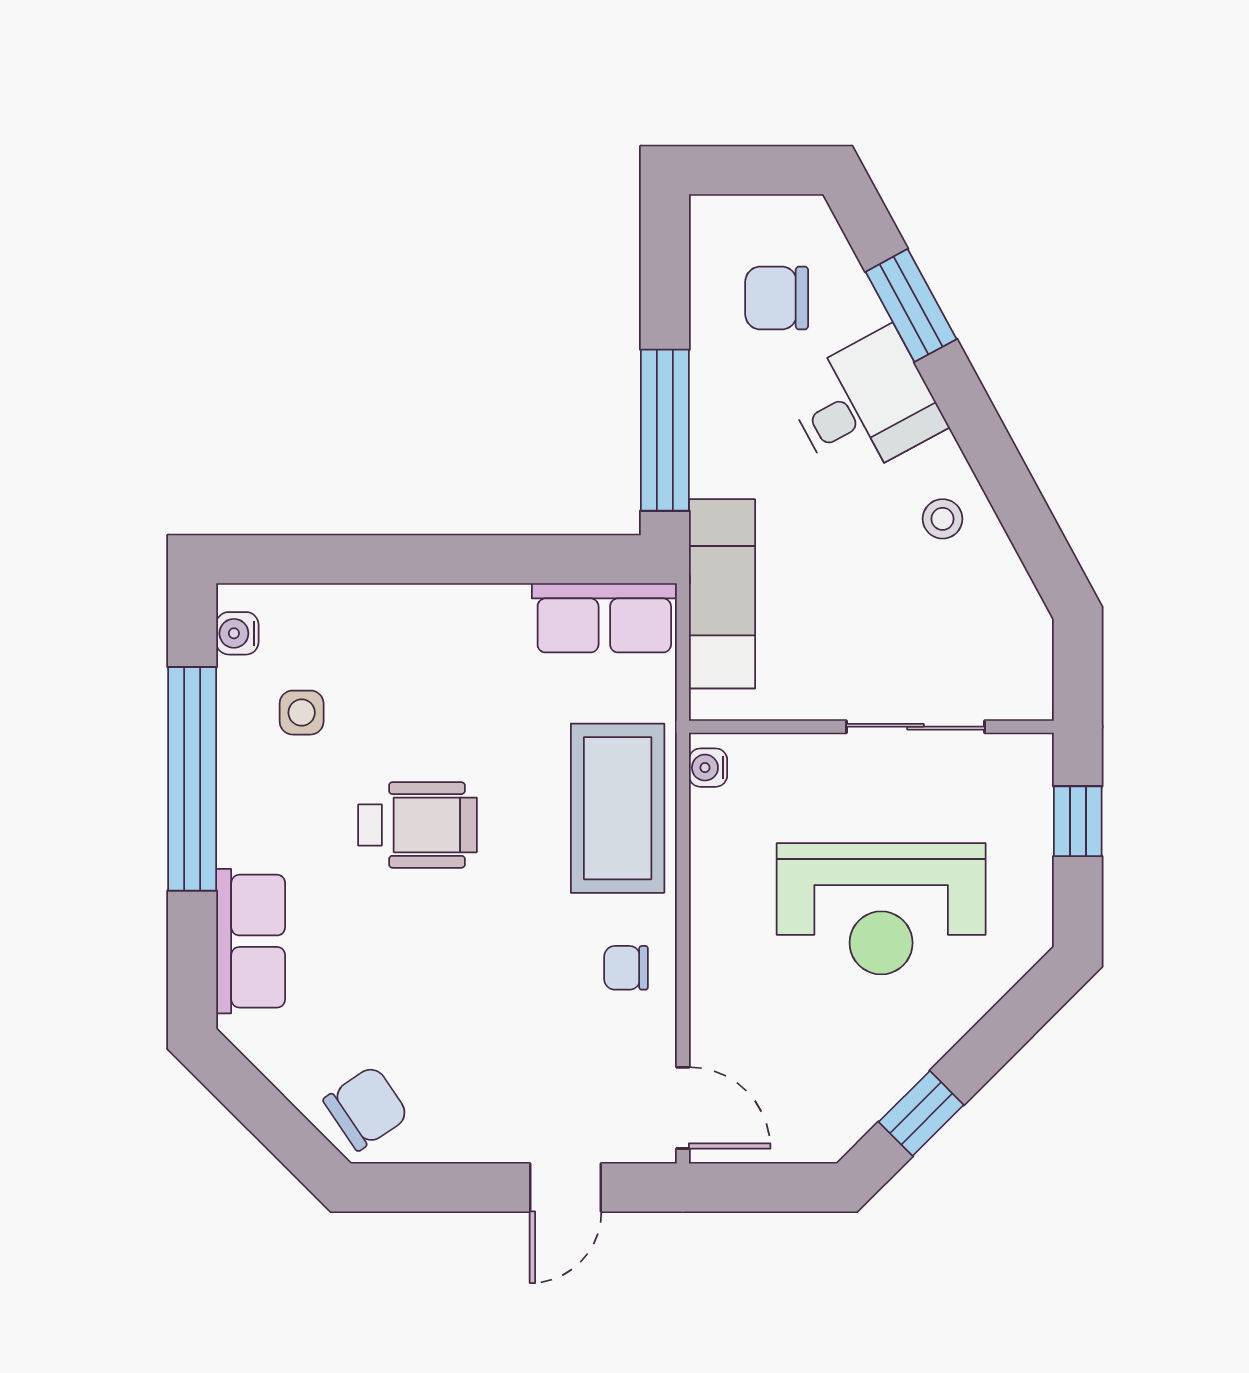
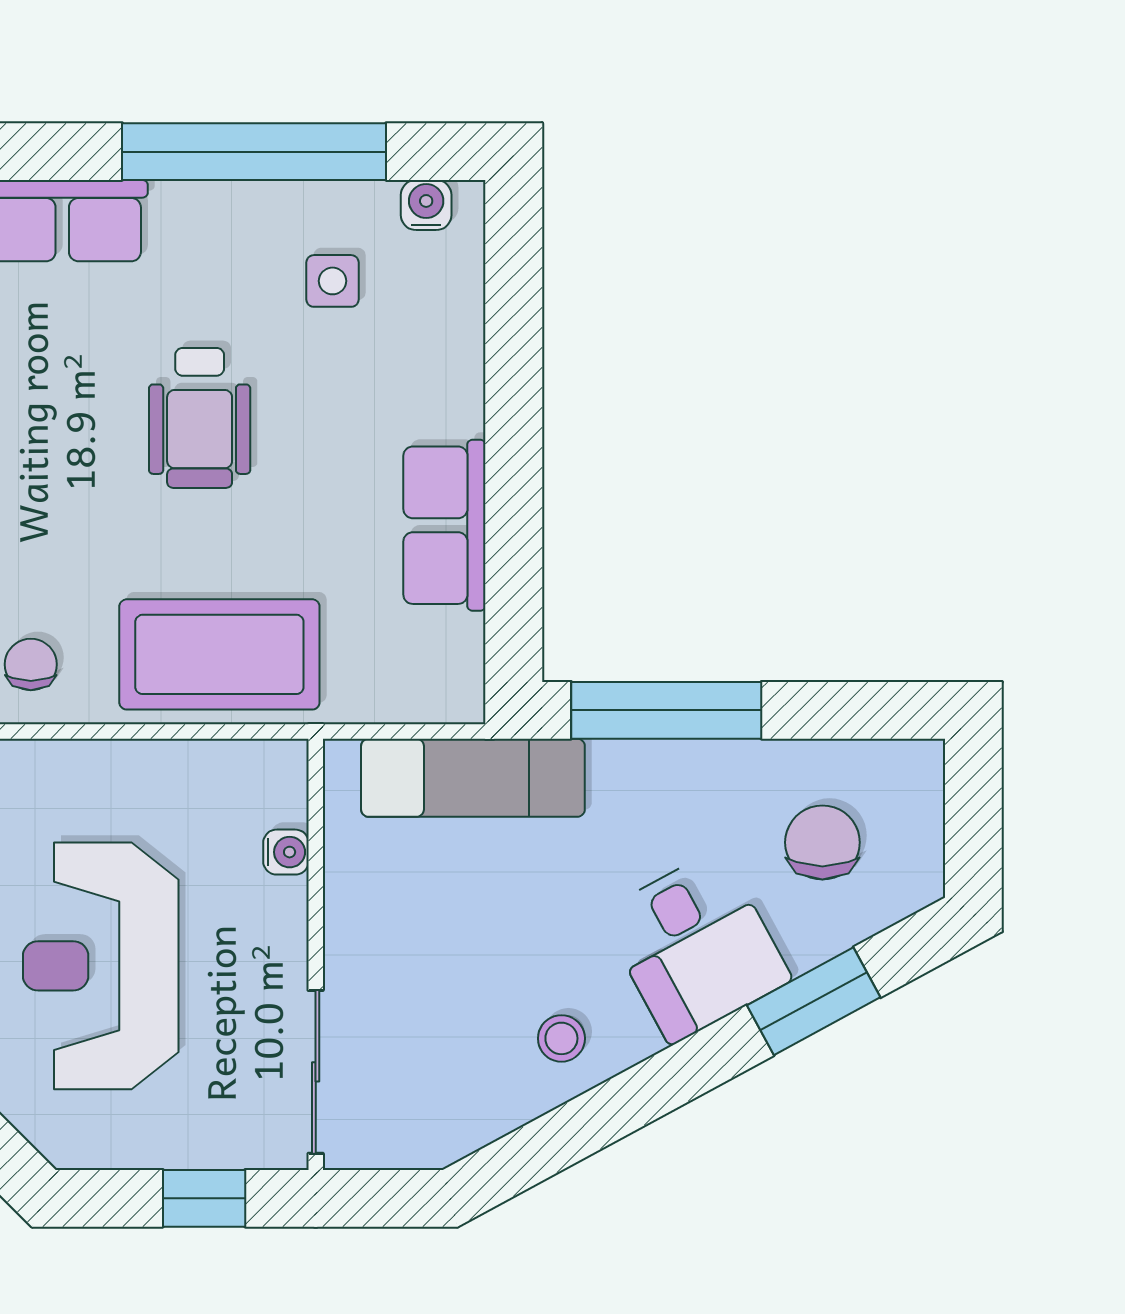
row of seats: (604, 618) -> (444, 525), moved
sliding door: (916, 727) -> (316, 1072), moved
water cooler: (708, 768) -> (286, 852), moved, turned 90

